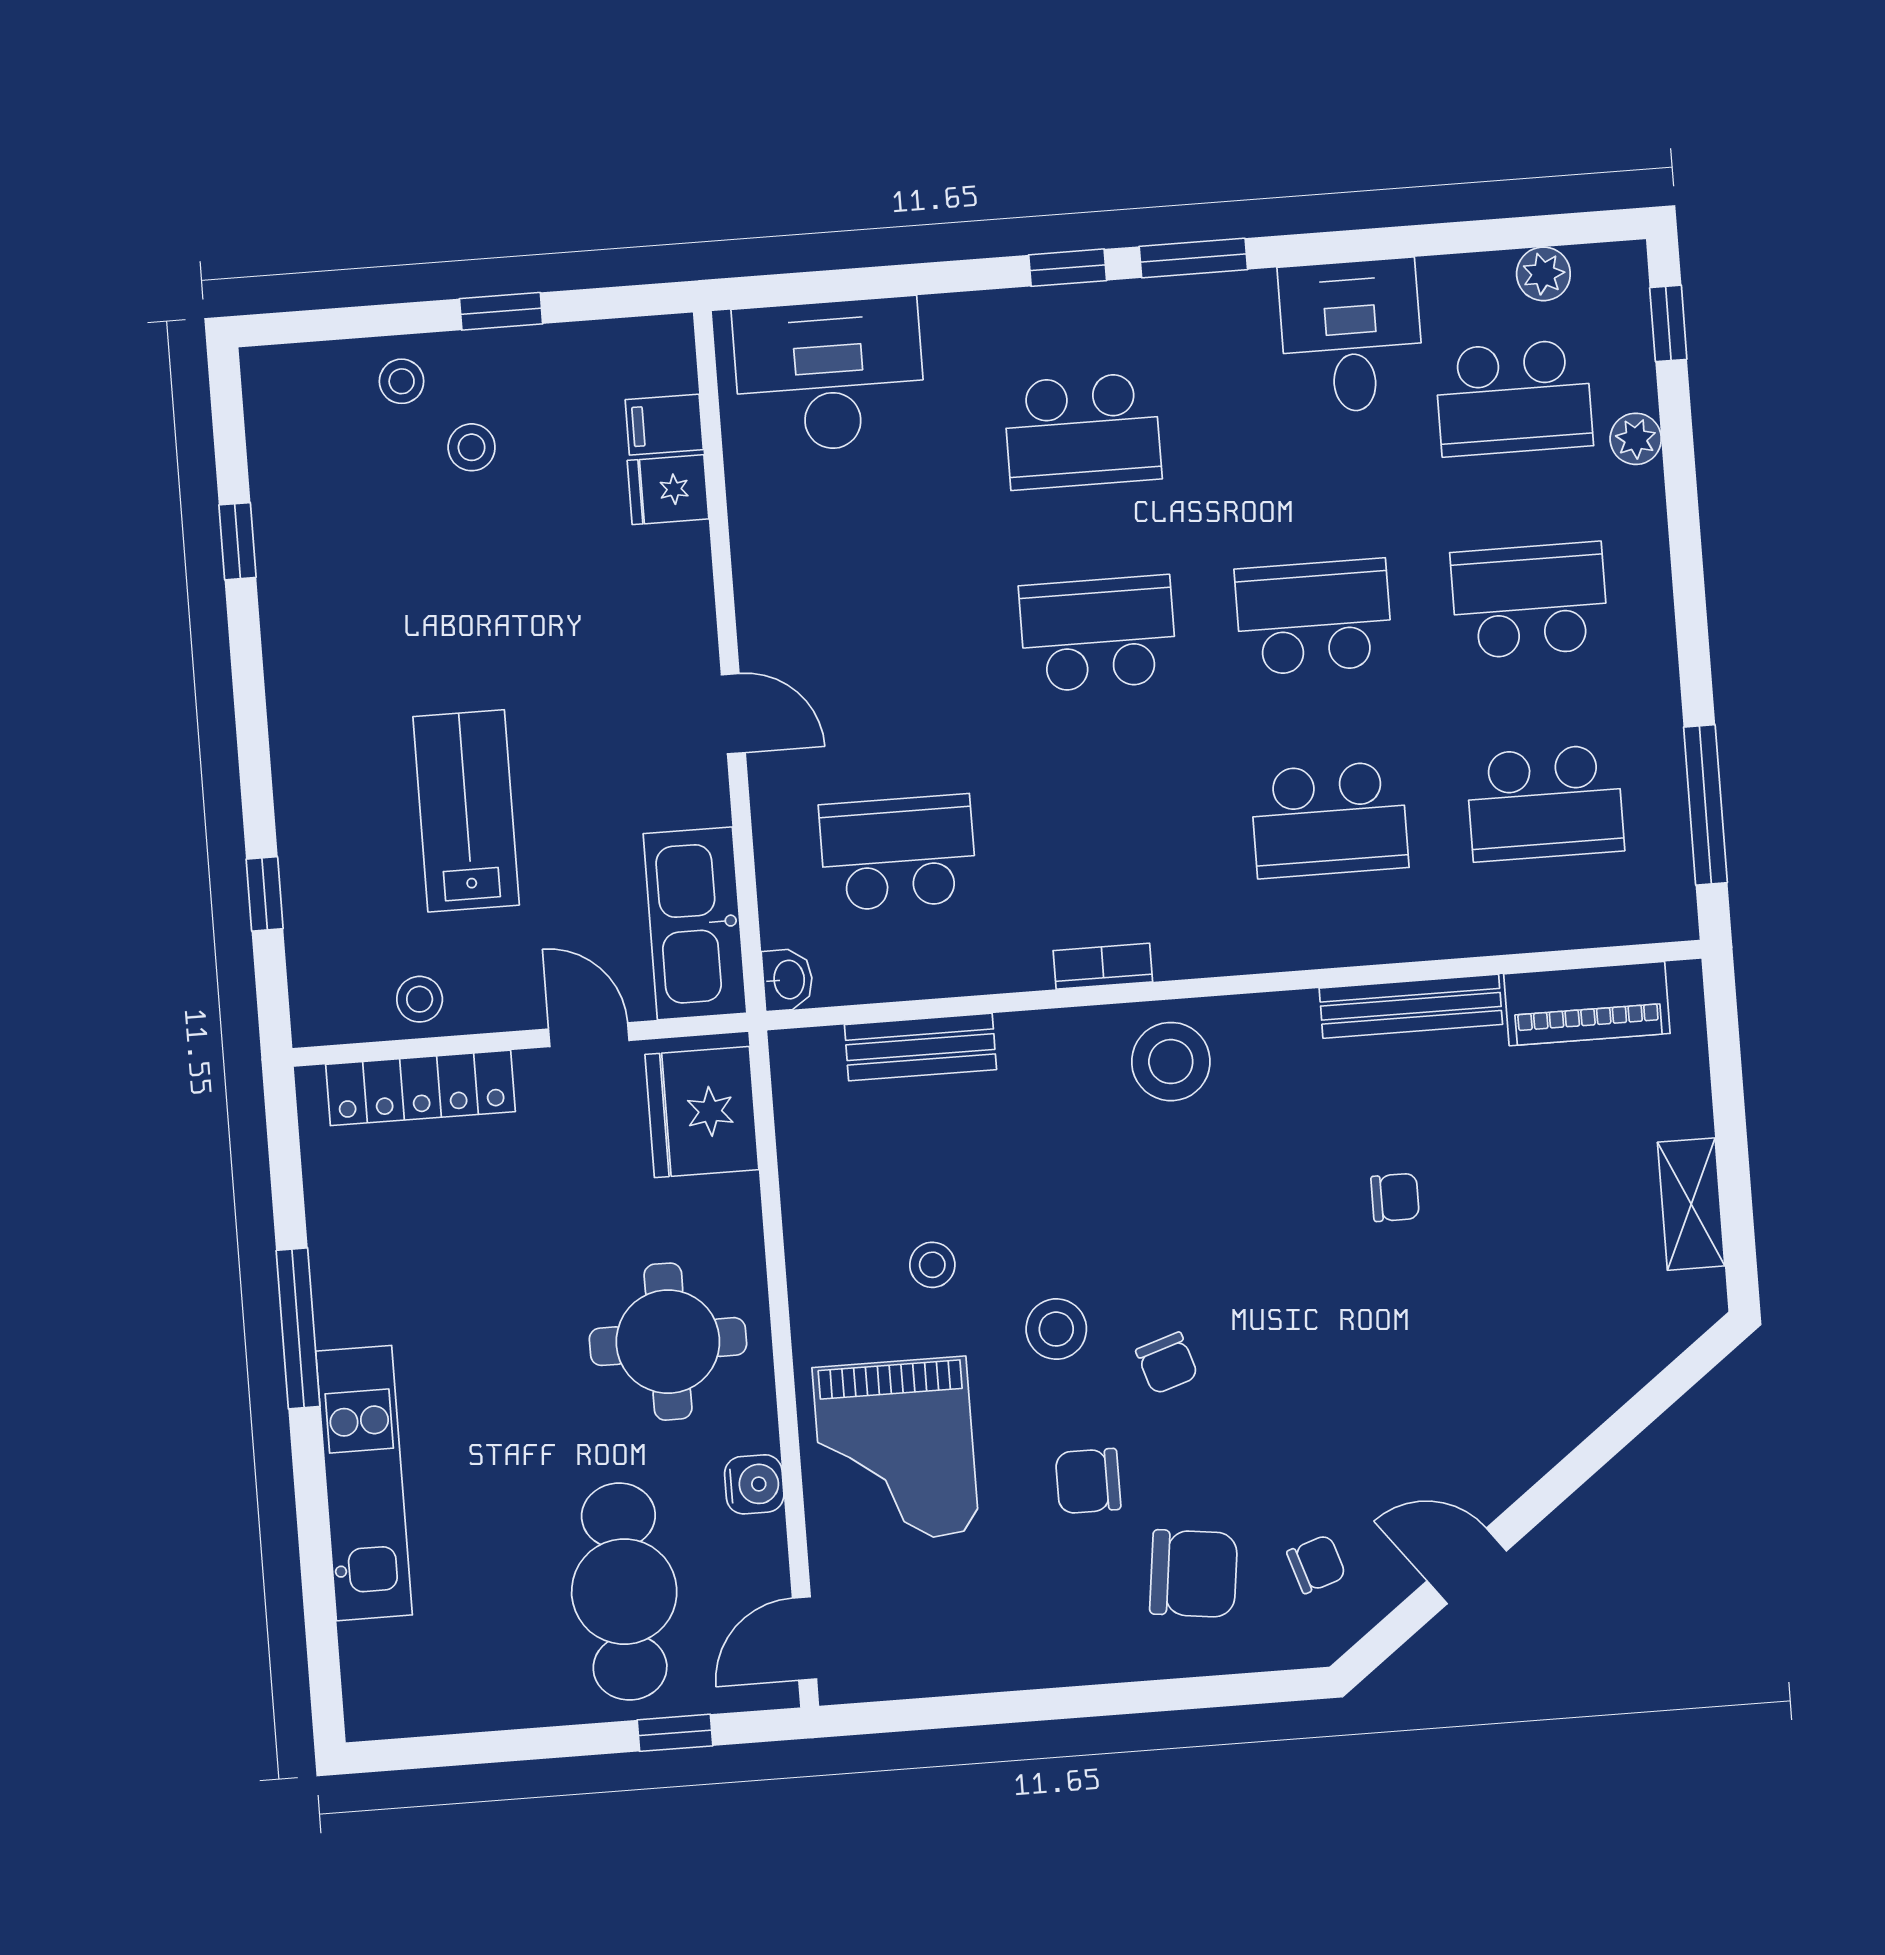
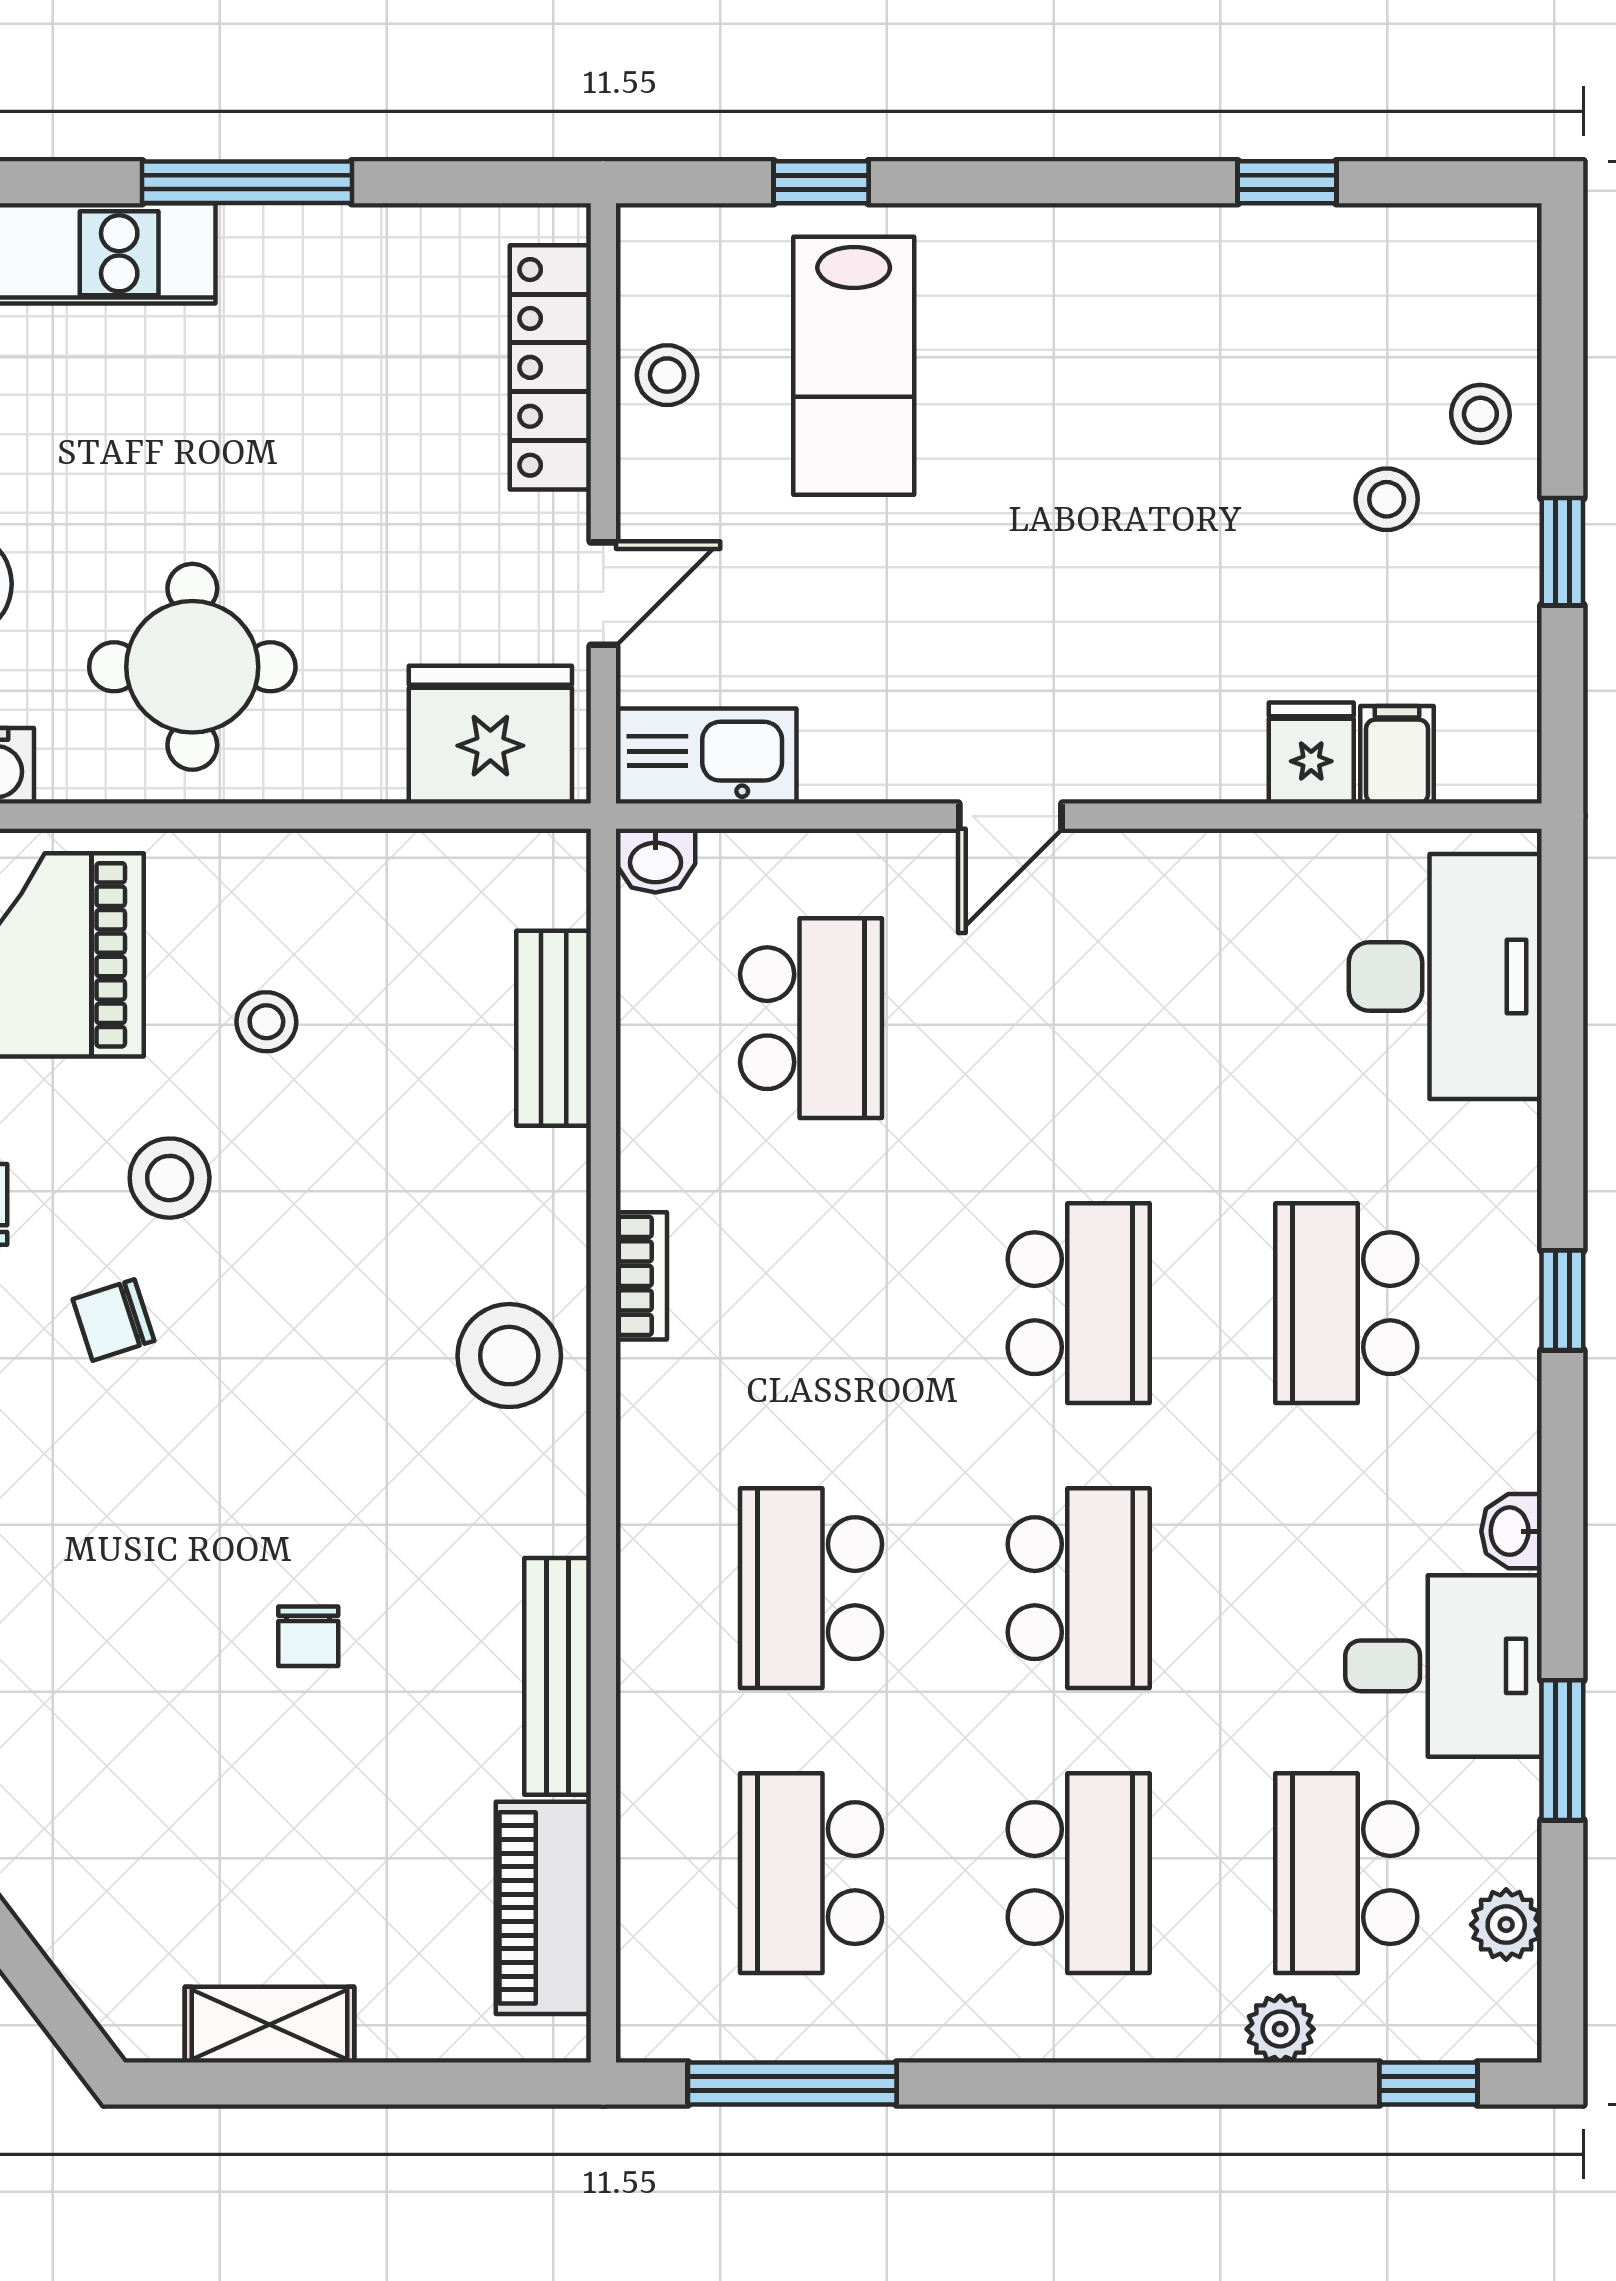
window: (1193, 258) -> (1562, 1750), moved
washbasin: (1245, 293) -> (1511, 1531), added
lab bench: (466, 811) -> (854, 366), moved, turned 90
kitchen sink: (695, 923) -> (706, 756), width x0.73, depth x0.81

